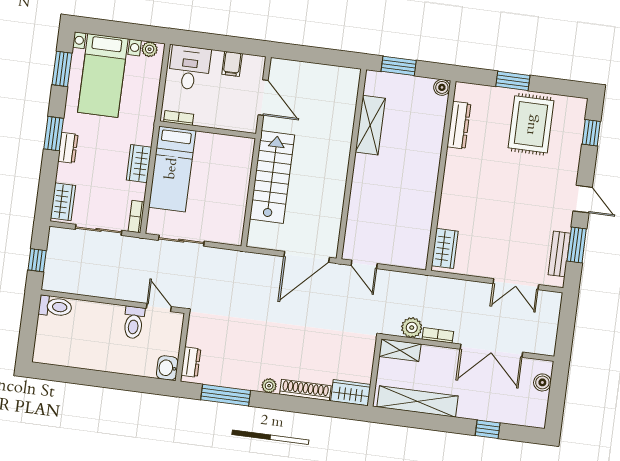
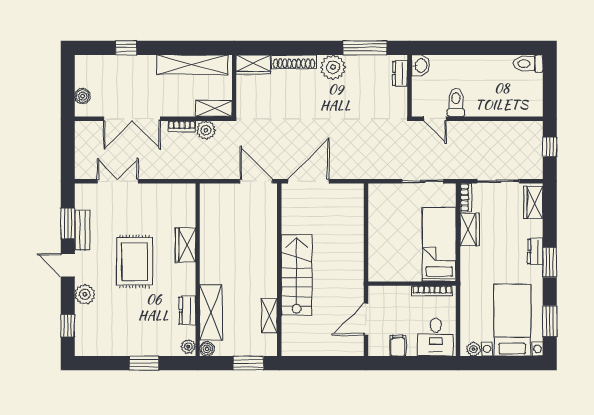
plant: (462, 93) -> (188, 347), added
door: (263, 97) -> (366, 319), hinge flipped
bookcase: (179, 118) -> (432, 291), width x1.56
rug: (531, 124) -> (134, 262), moved
shelving: (370, 125) -> (269, 315), width x0.67, depth x0.75
dresser: (459, 125) -> (187, 311), width x0.70
shelving: (432, 127) -> (211, 312), added
wardrobe: (139, 164) -> (470, 229), moved
plant: (568, 165) -> (85, 294), added
stairs: (272, 177) -> (297, 275), moved, turned 180
wardrobe: (445, 248) -> (186, 245), moved
bench: (559, 254) -> (82, 230), moved
door: (364, 264) -> (256, 181), width x1.38
toilet: (55, 306) -> (528, 64), moved
double door: (491, 351) -> (132, 119), swing flipped
plant: (269, 386) -> (333, 67), width x1.88, depth x1.88

